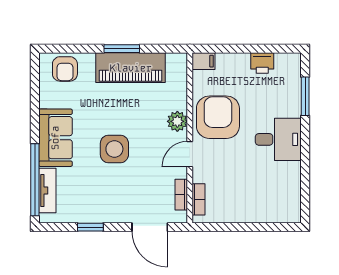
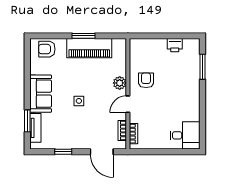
filing cabinet: (204, 61) -> (137, 44), removed
armchair: (65, 69) -> (47, 49), turned 90
armchair: (218, 117) -> (146, 80), width x0.53, depth x0.53
desk: (278, 139) -> (185, 135), moved
side table: (114, 149) -> (79, 101), width x0.54, depth x0.54
window: (35, 180) -> (27, 121), width x0.47

